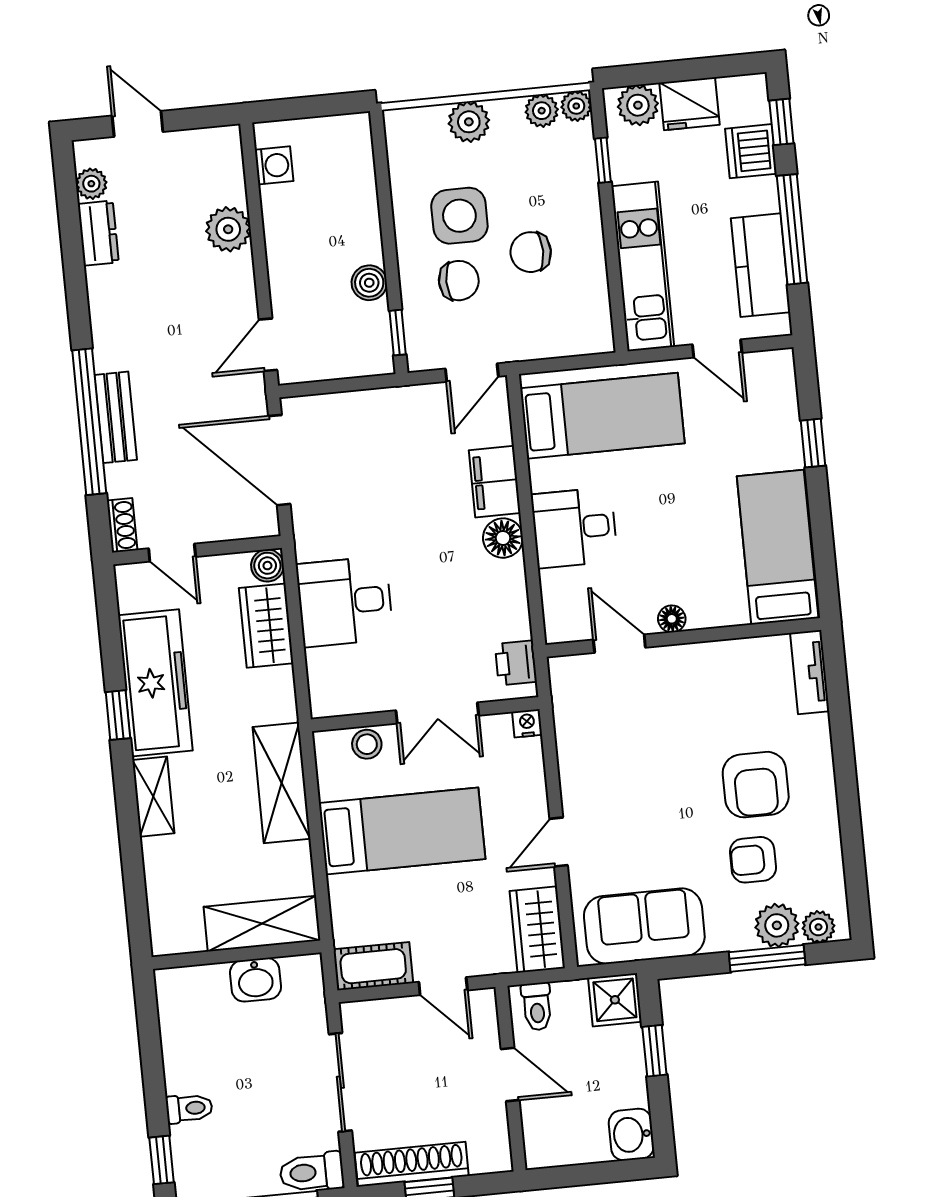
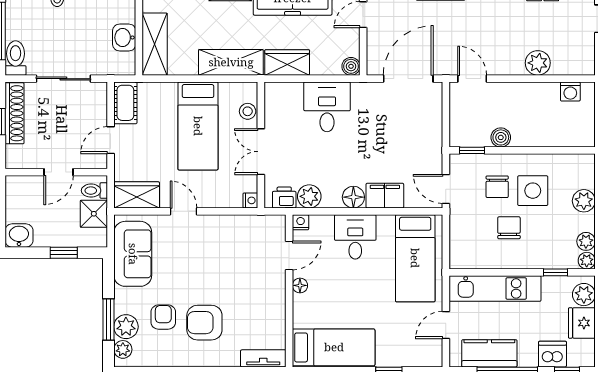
plant: (509, 618) -> (309, 196), added
wardrobe: (266, 626) -> (287, 62), moved
nightstand: (558, 629) -> (301, 222), added
shower: (615, 1000) -> (94, 214), moved

